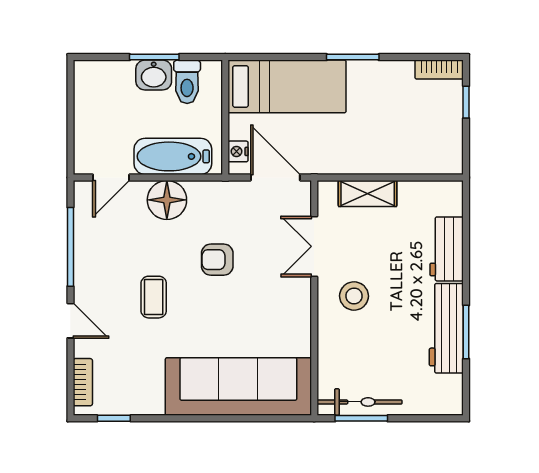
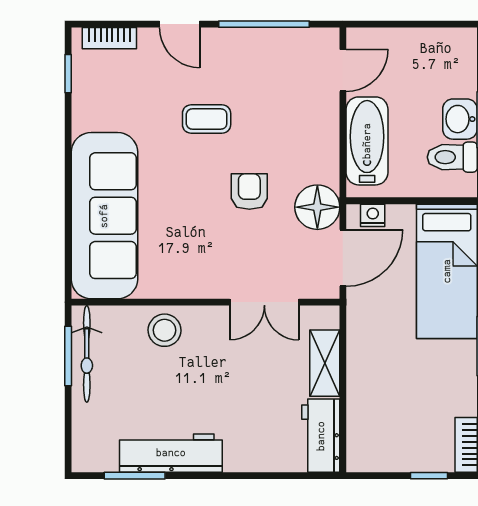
door: (111, 178) -> (343, 70), swing flipped
floor lamp: (167, 200) -> (317, 207), moved
double door: (314, 246) -> (264, 302), swing flipped
workbench: (447, 249) -> (321, 436), moved, turned -90
stool: (354, 296) -> (165, 330), moved
door: (70, 321) -> (180, 24), hinge flipped
window: (466, 332) -> (135, 476), moved

